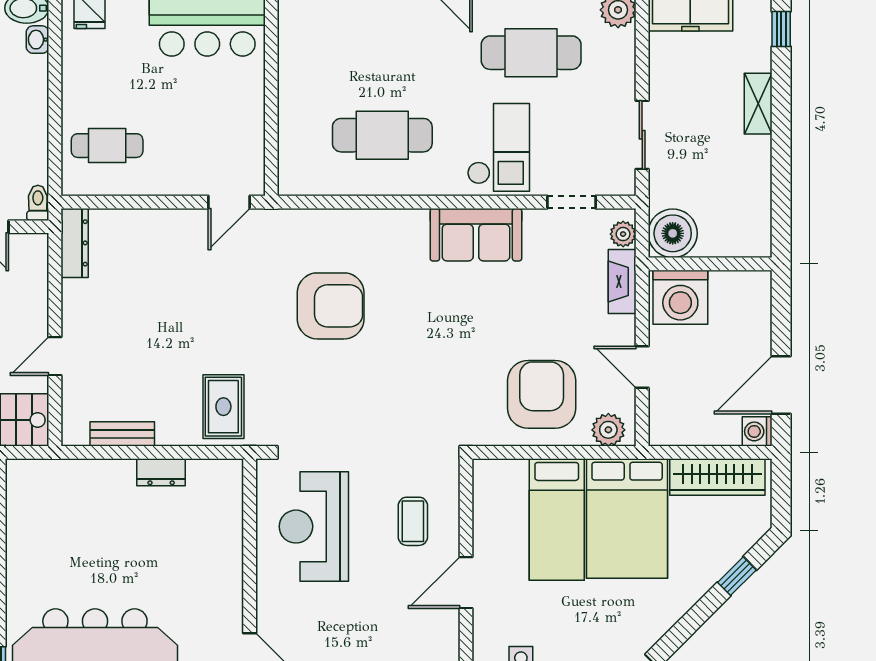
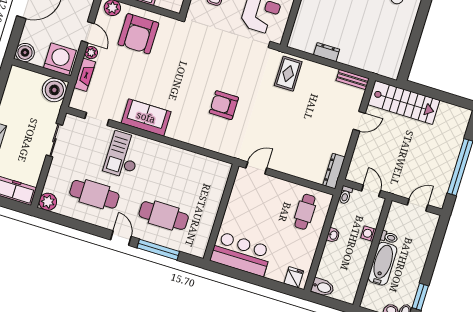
washbasin: (38, 40) -> (333, 235), moved
cafe table: (382, 135) -> (164, 216), moved
cafe table: (107, 146) -> (305, 212), turned 90
plant: (623, 234) -> (91, 53), moved
boiler: (753, 289) -> (25, 53), added
armchair: (331, 306) -> (224, 105), width x0.73, depth x0.73
bench: (122, 434) -> (353, 80), moved

